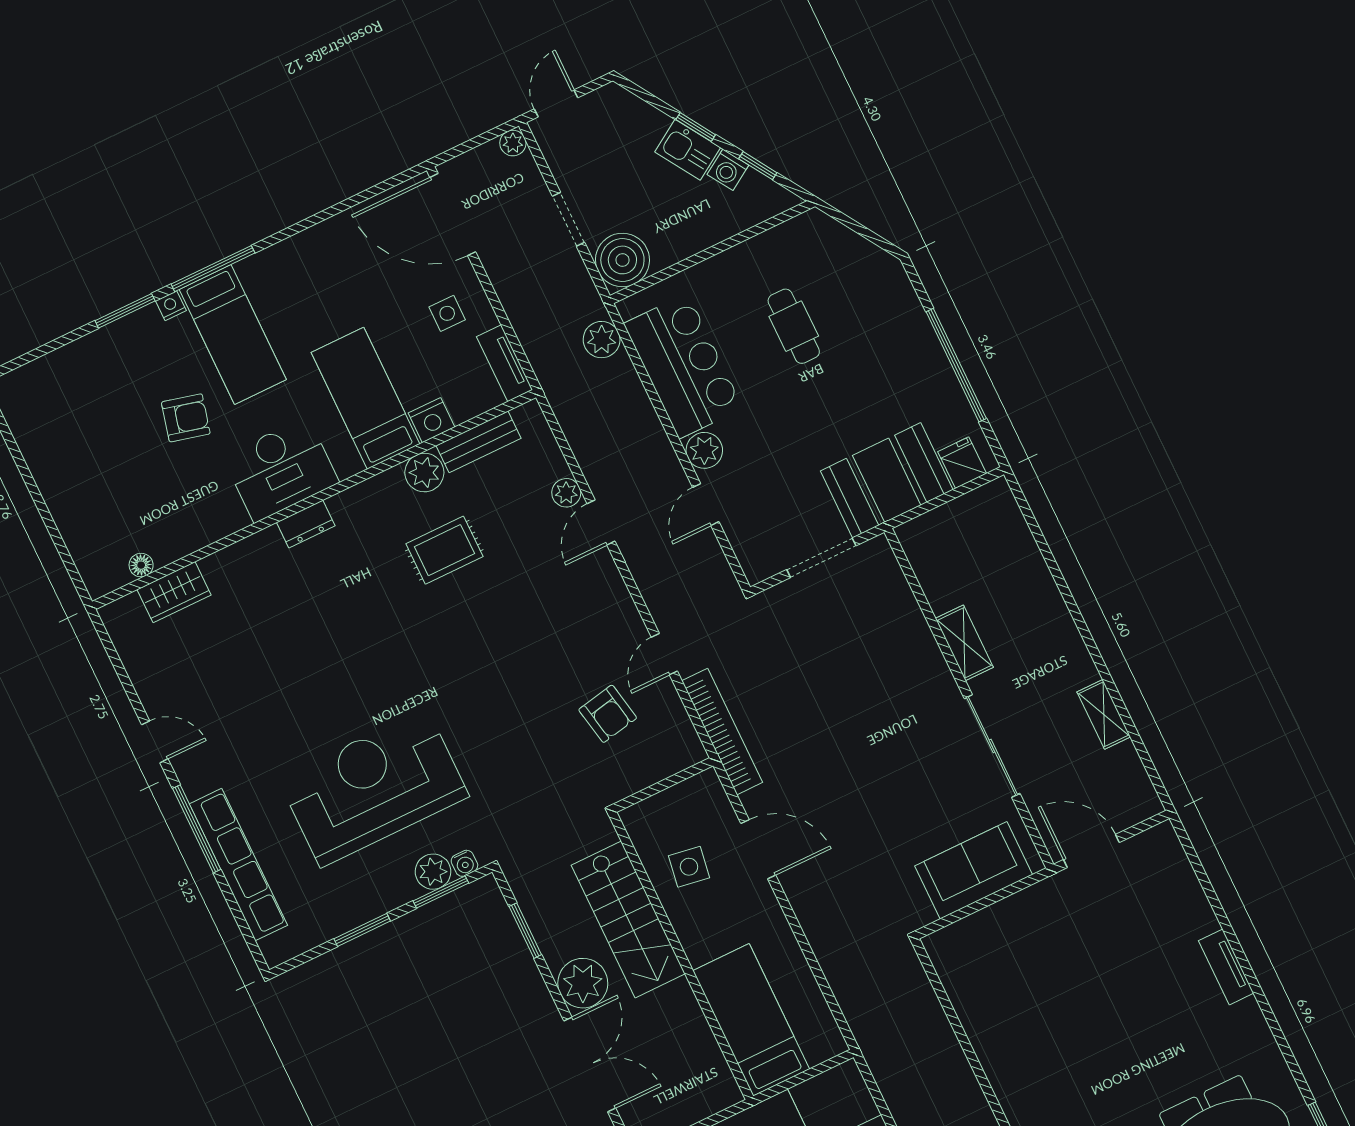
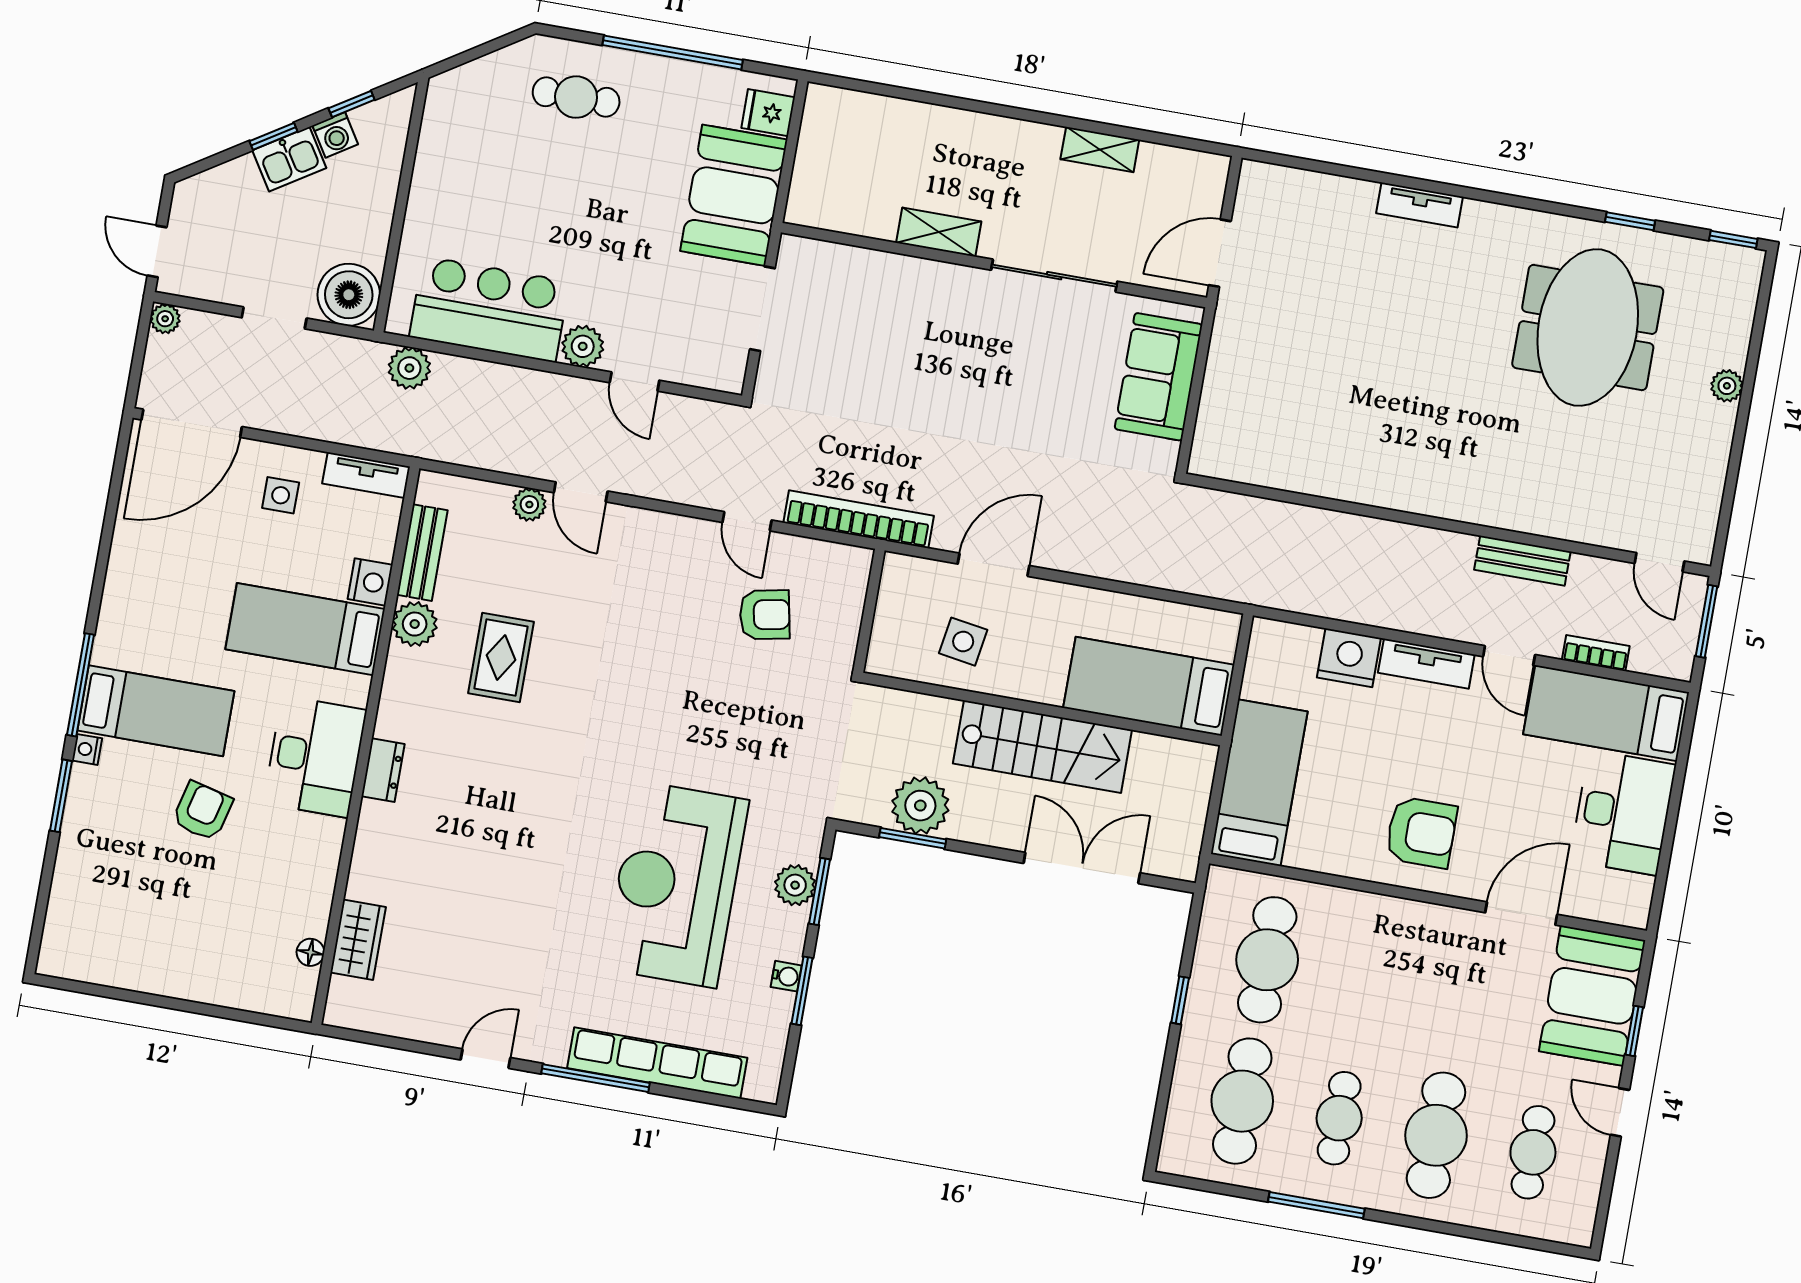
cafe table: (794, 326) -> (576, 97), moved
water cooler: (464, 863) -> (786, 976), moved
stairs: (628, 919) -> (1042, 747), moved
plant: (583, 983) -> (920, 806), moved

